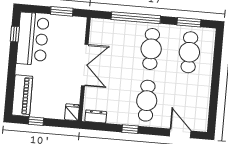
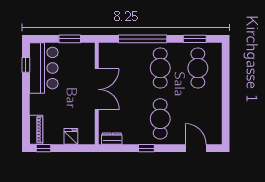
piano: (22, 96) -> (36, 130), width x0.73, depth x0.75
fridge: (72, 112) -> (71, 136), moved
window: (36, 121) -> (44, 148), moved

